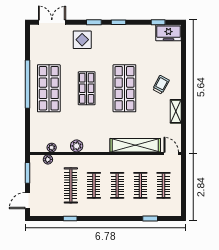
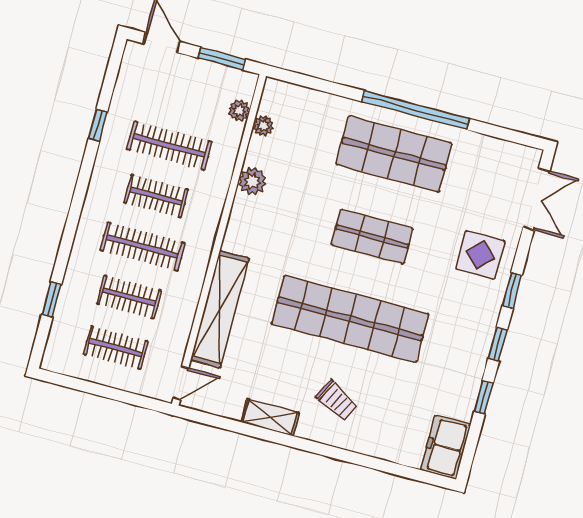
window: (158, 22) -> (484, 397), moved
shop shelf: (124, 88) -> (350, 319), width x1.40
clothes rail: (117, 185) -> (143, 247), width x1.36

